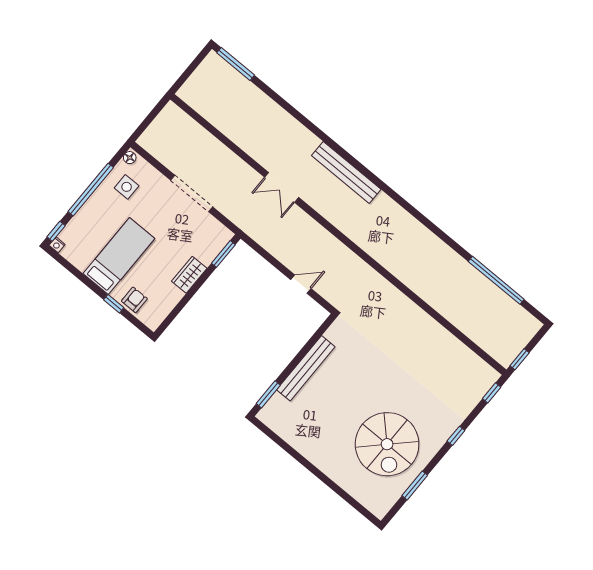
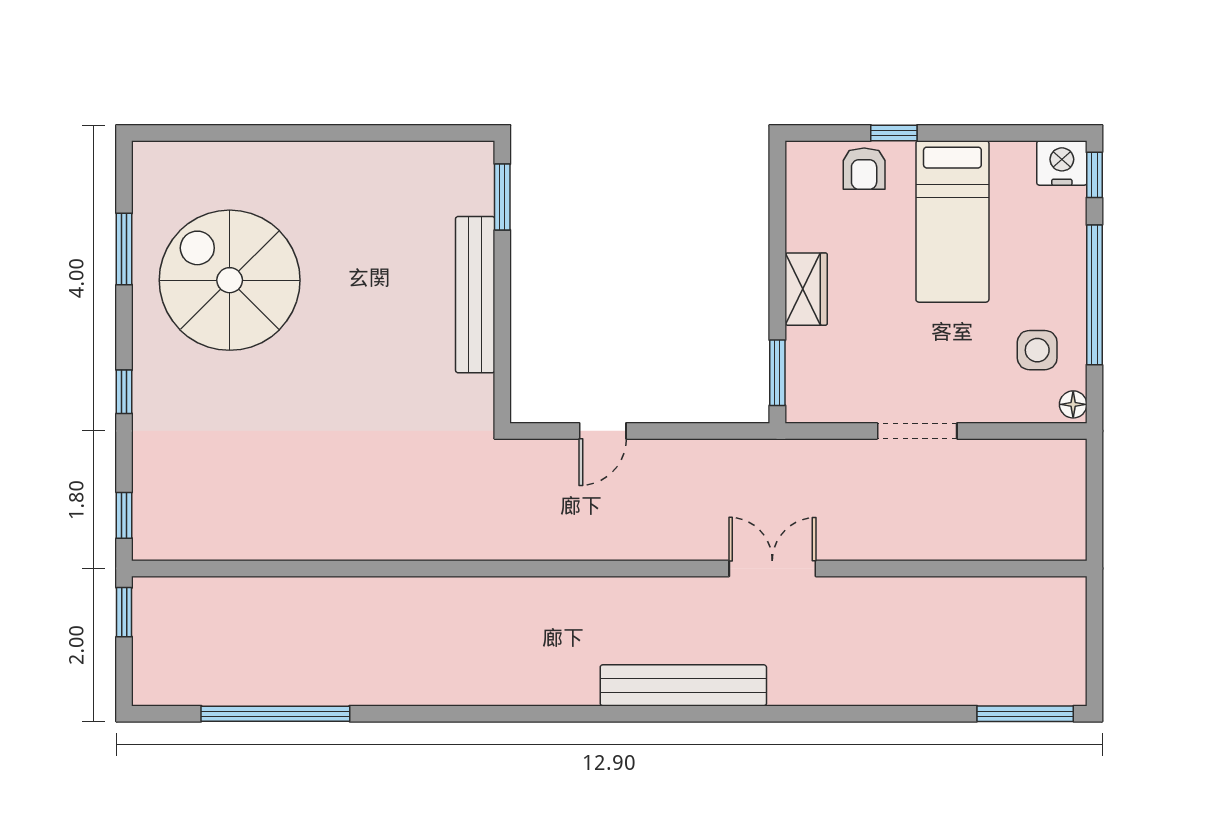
doorway: (192, 193) -> (917, 431), width x0.73
nightstand: (57, 245) -> (1062, 163), width x1.89, depth x1.79

